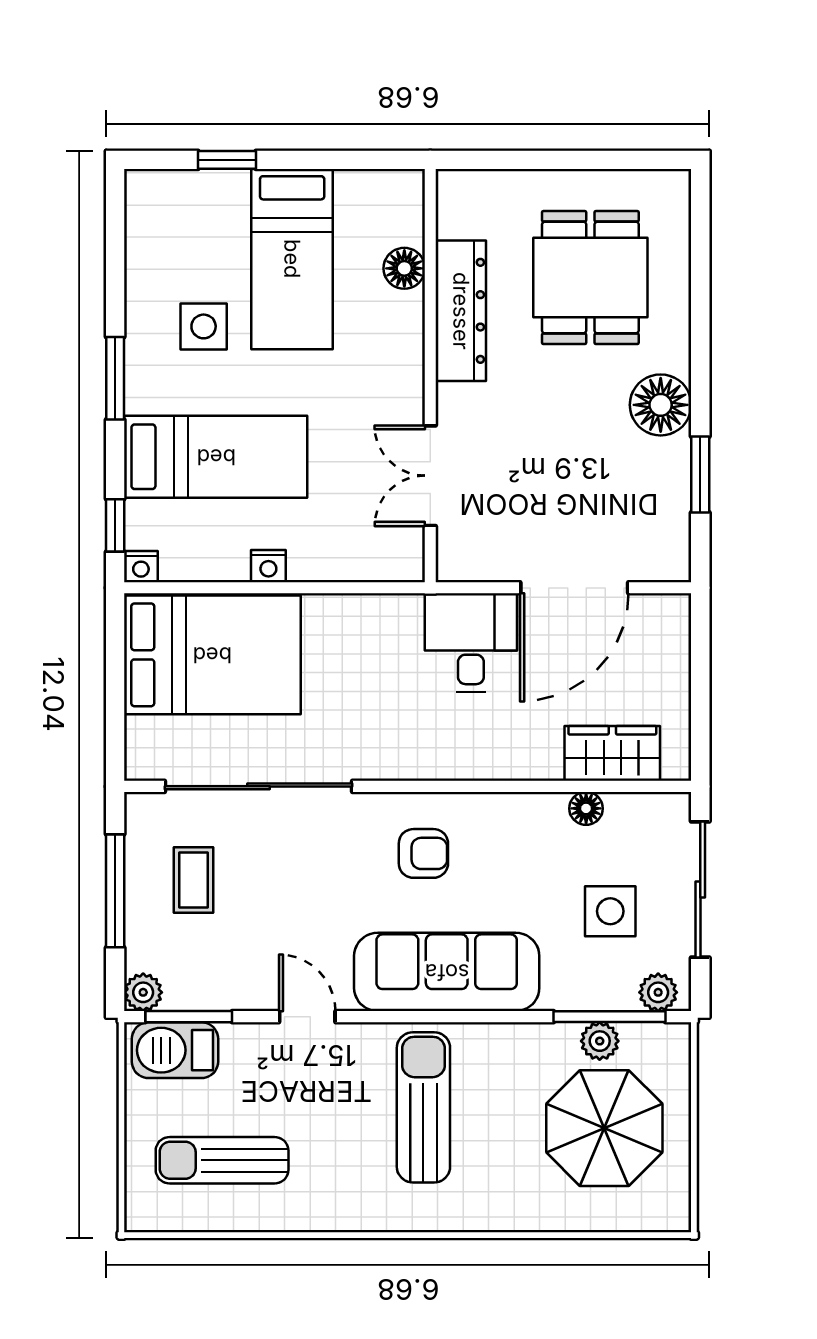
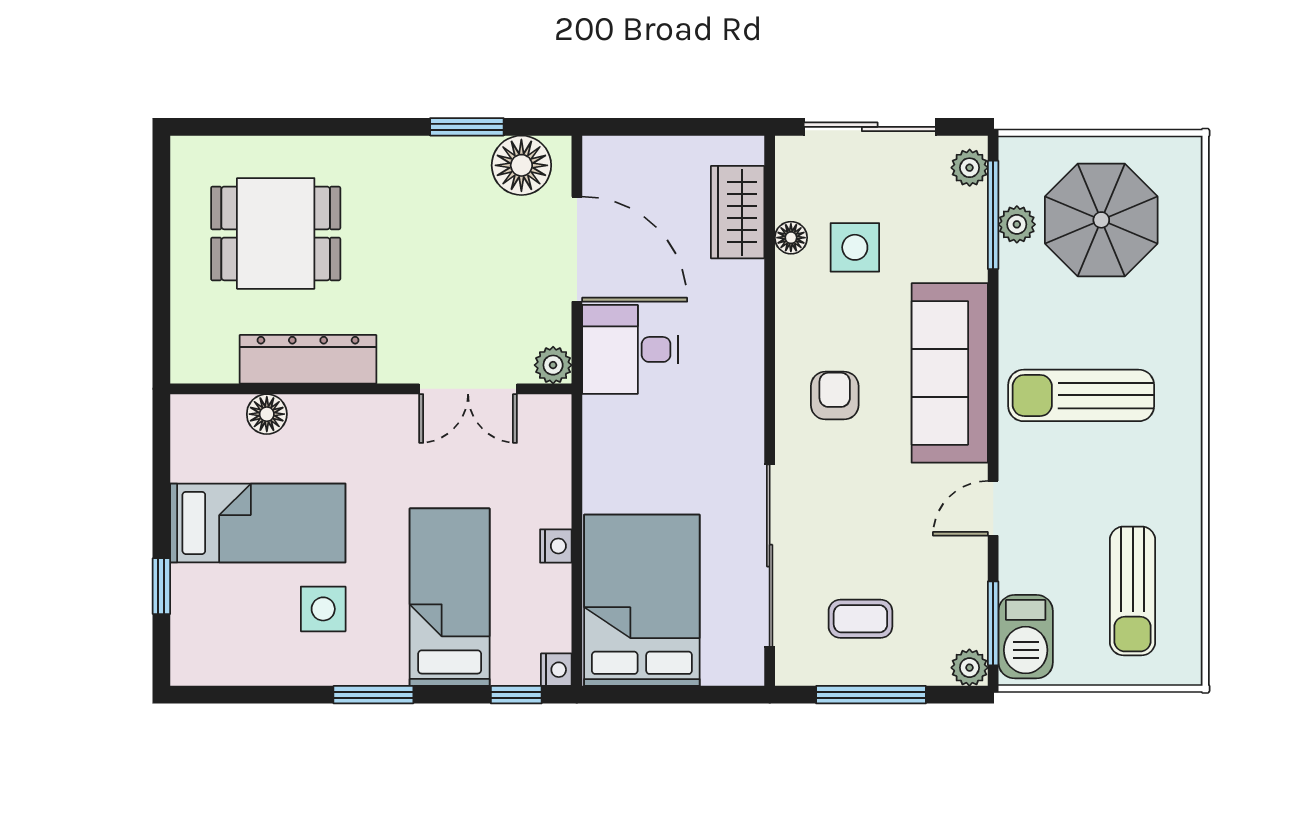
floor lamp: (661, 405) -> (521, 165), moved
plant: (455, 563) -> (553, 365), added
side table: (610, 911) -> (855, 247), moved

